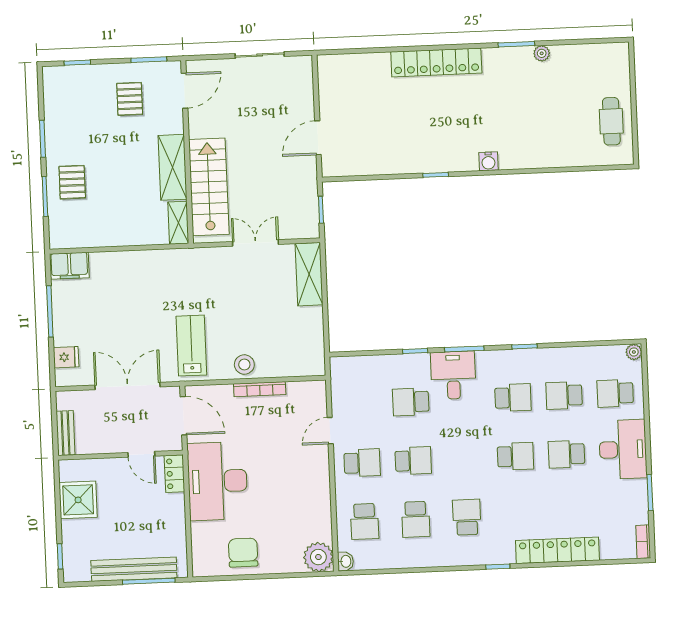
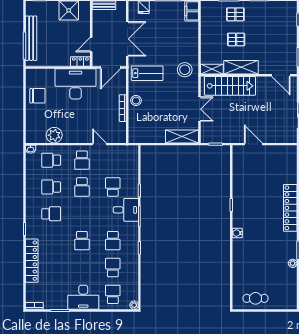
pallet: (130, 99) -> (236, 39), moved
stool: (182, 274) -> (185, 70), added
school desk: (567, 454) -> (82, 268), removed
plant: (318, 557) -> (54, 135), moved

